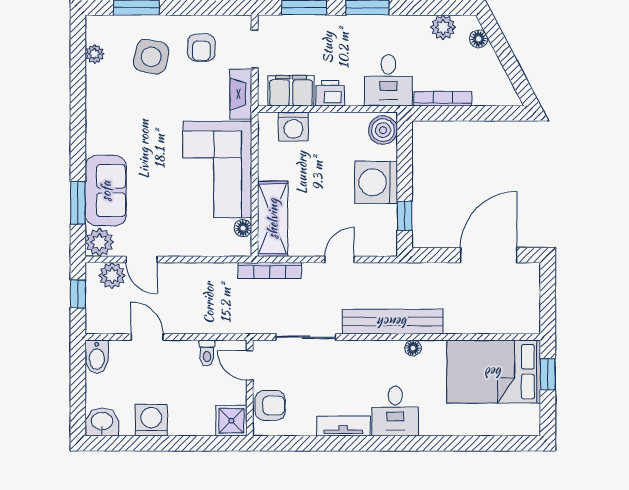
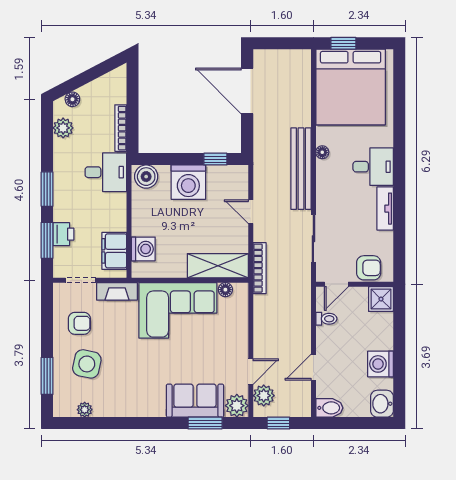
printer: (330, 93) -> (63, 234), moved, turned 180
bed: (494, 372) -> (351, 87), width x1.36
armchair: (270, 405) -> (369, 268), turned 90

